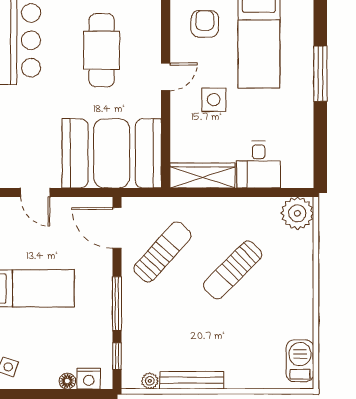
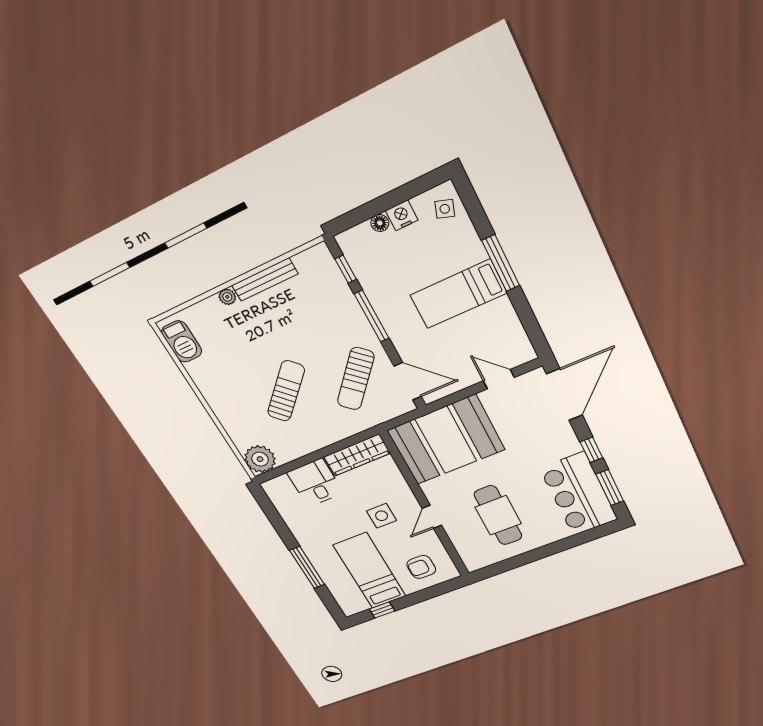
armchair: (205, 24) -> (421, 567), turned 90
nightstand: (89, 379) -> (402, 215), moved
plant: (150, 381) -> (227, 297), moved

